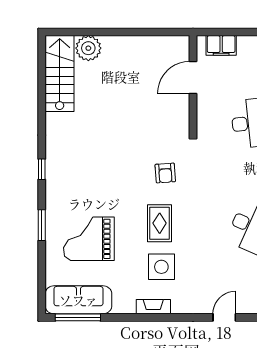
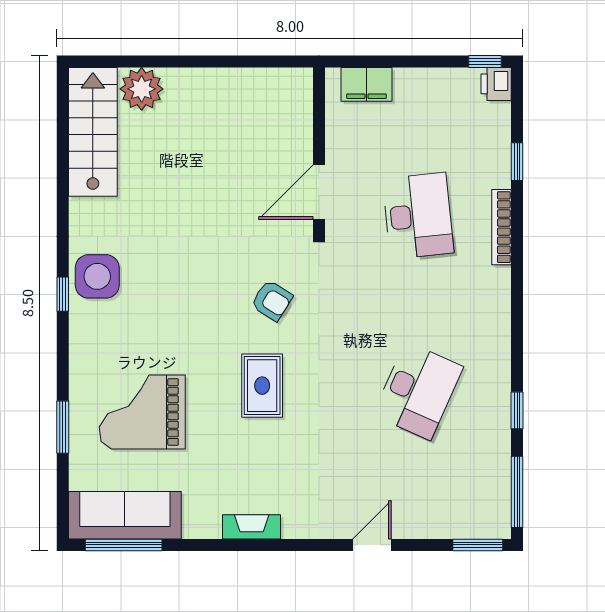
door: (193, 78) -> (319, 192), moved
armchair: (165, 173) -> (272, 300), turned -54
window: (42, 225) -> (63, 427), moved
side table: (161, 267) -> (97, 276), moved

